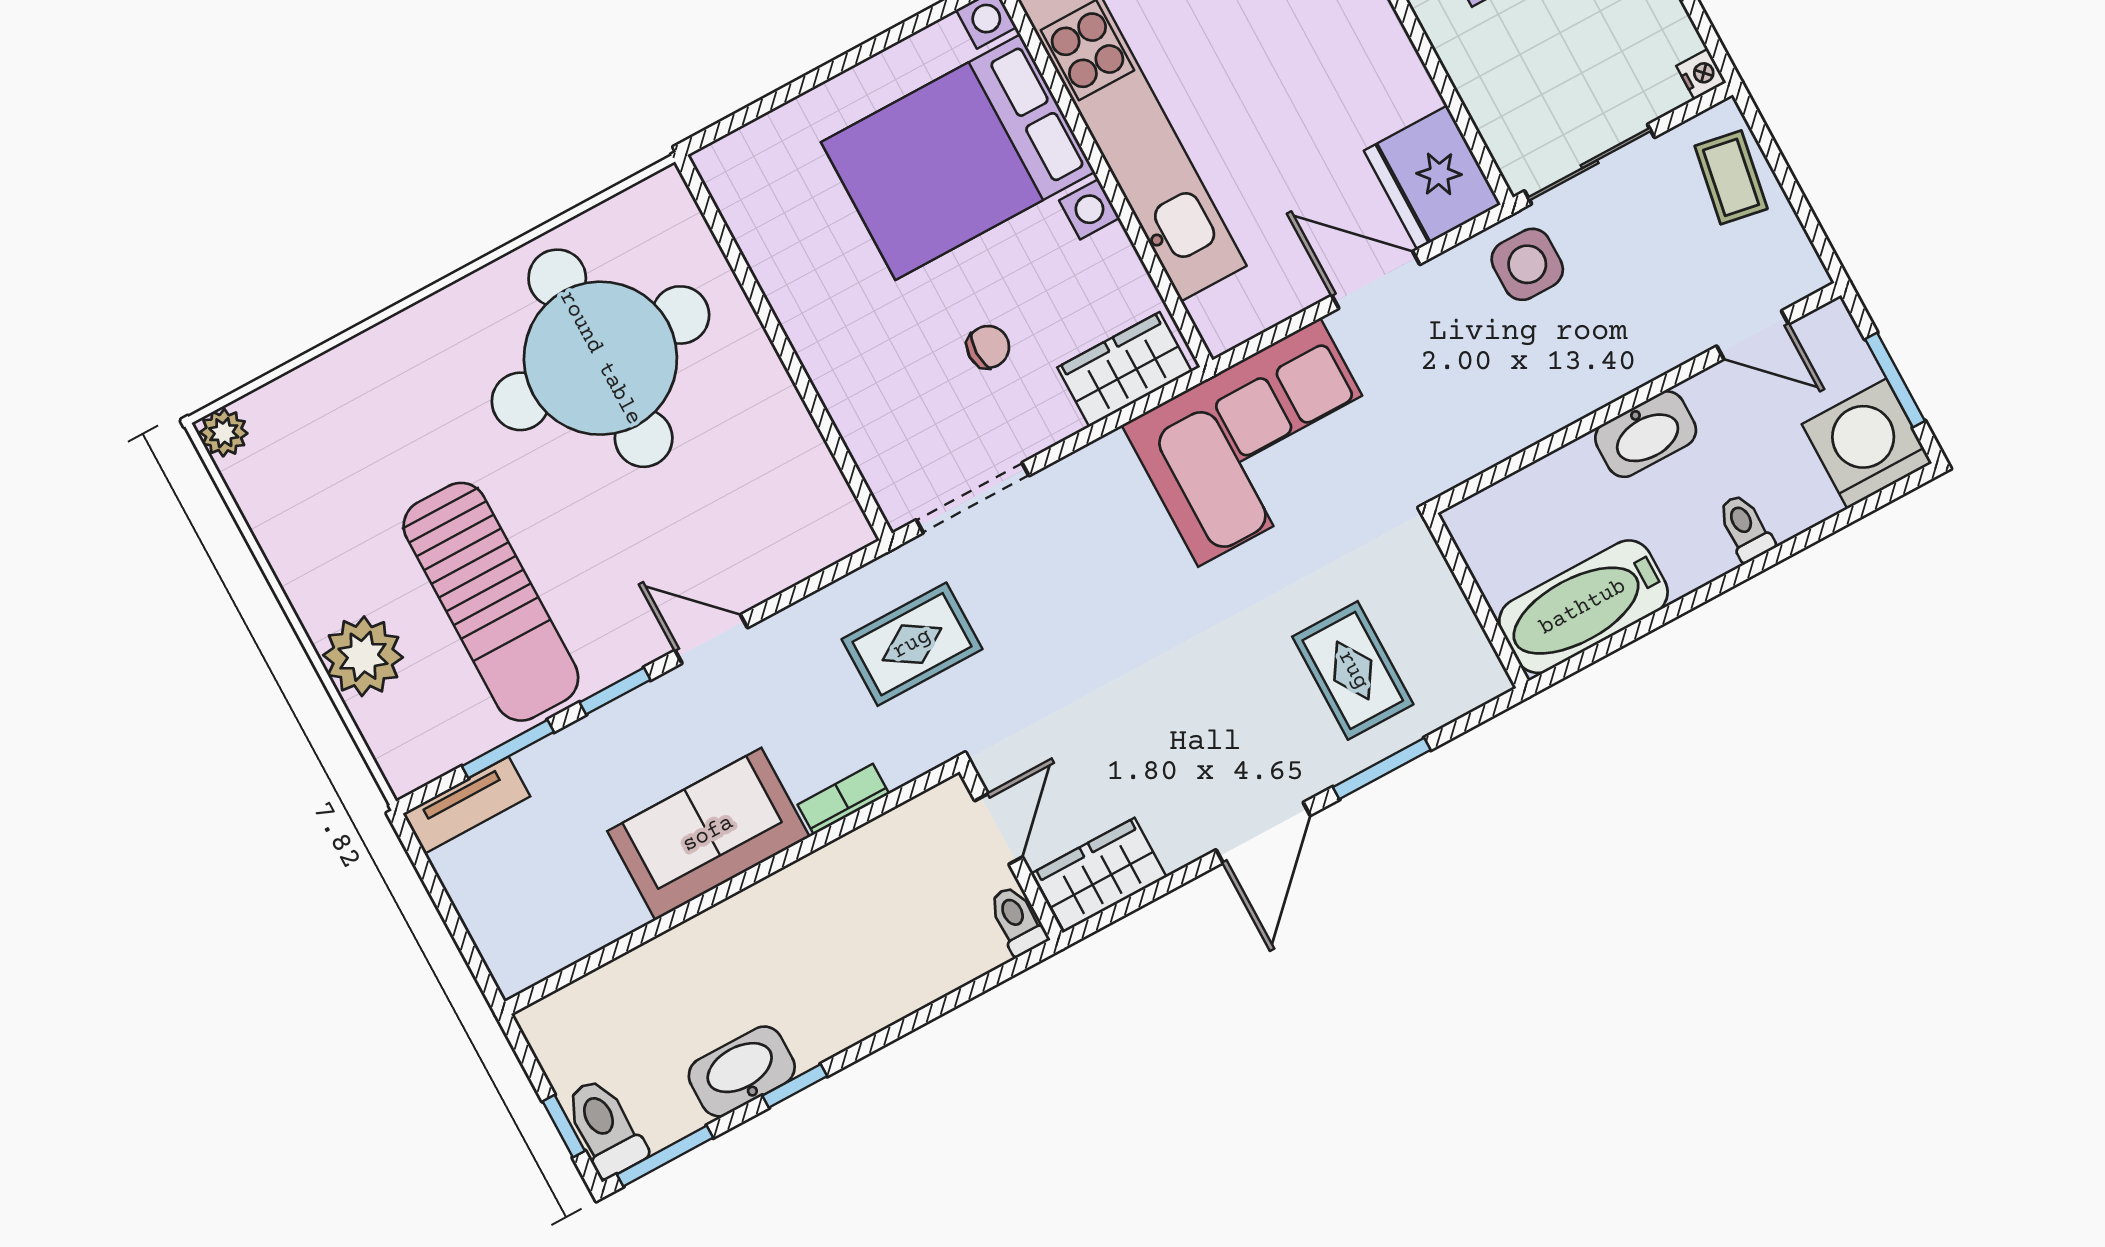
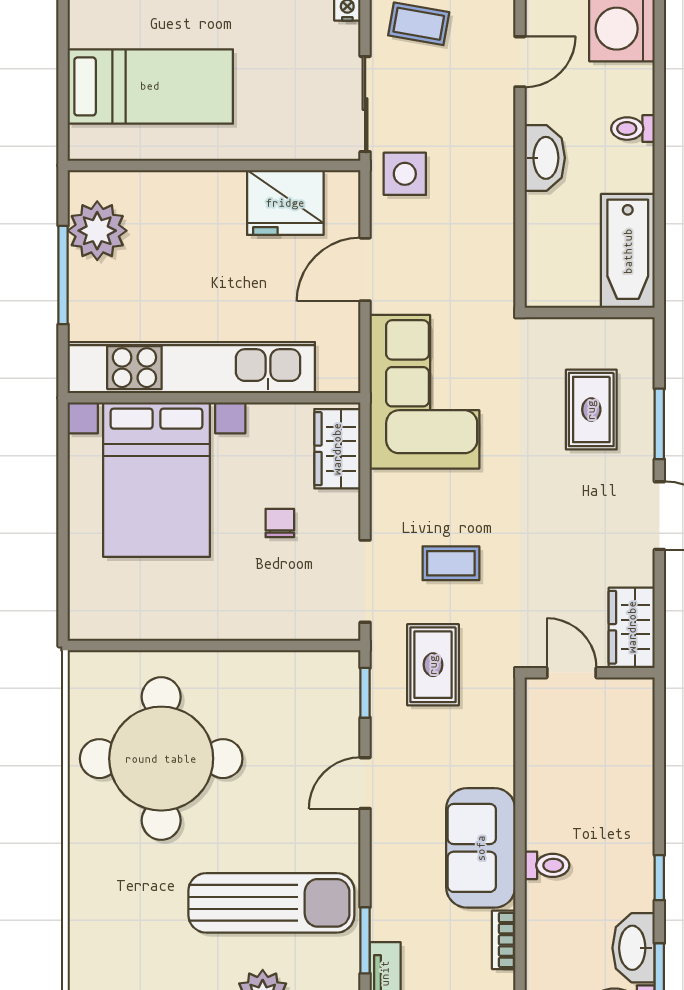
fridge: (1432, 178) -> (285, 203), moved
coffee table: (1056, 596) -> (451, 563), added
rug: (1353, 670) -> (591, 410), turned 90
window: (615, 691) -> (365, 693), moved
bookcase: (843, 799) -> (504, 940), moved
toilet: (1017, 920) -> (547, 865), moved, turned 180
washbasin: (742, 1071) -> (634, 948), moved

